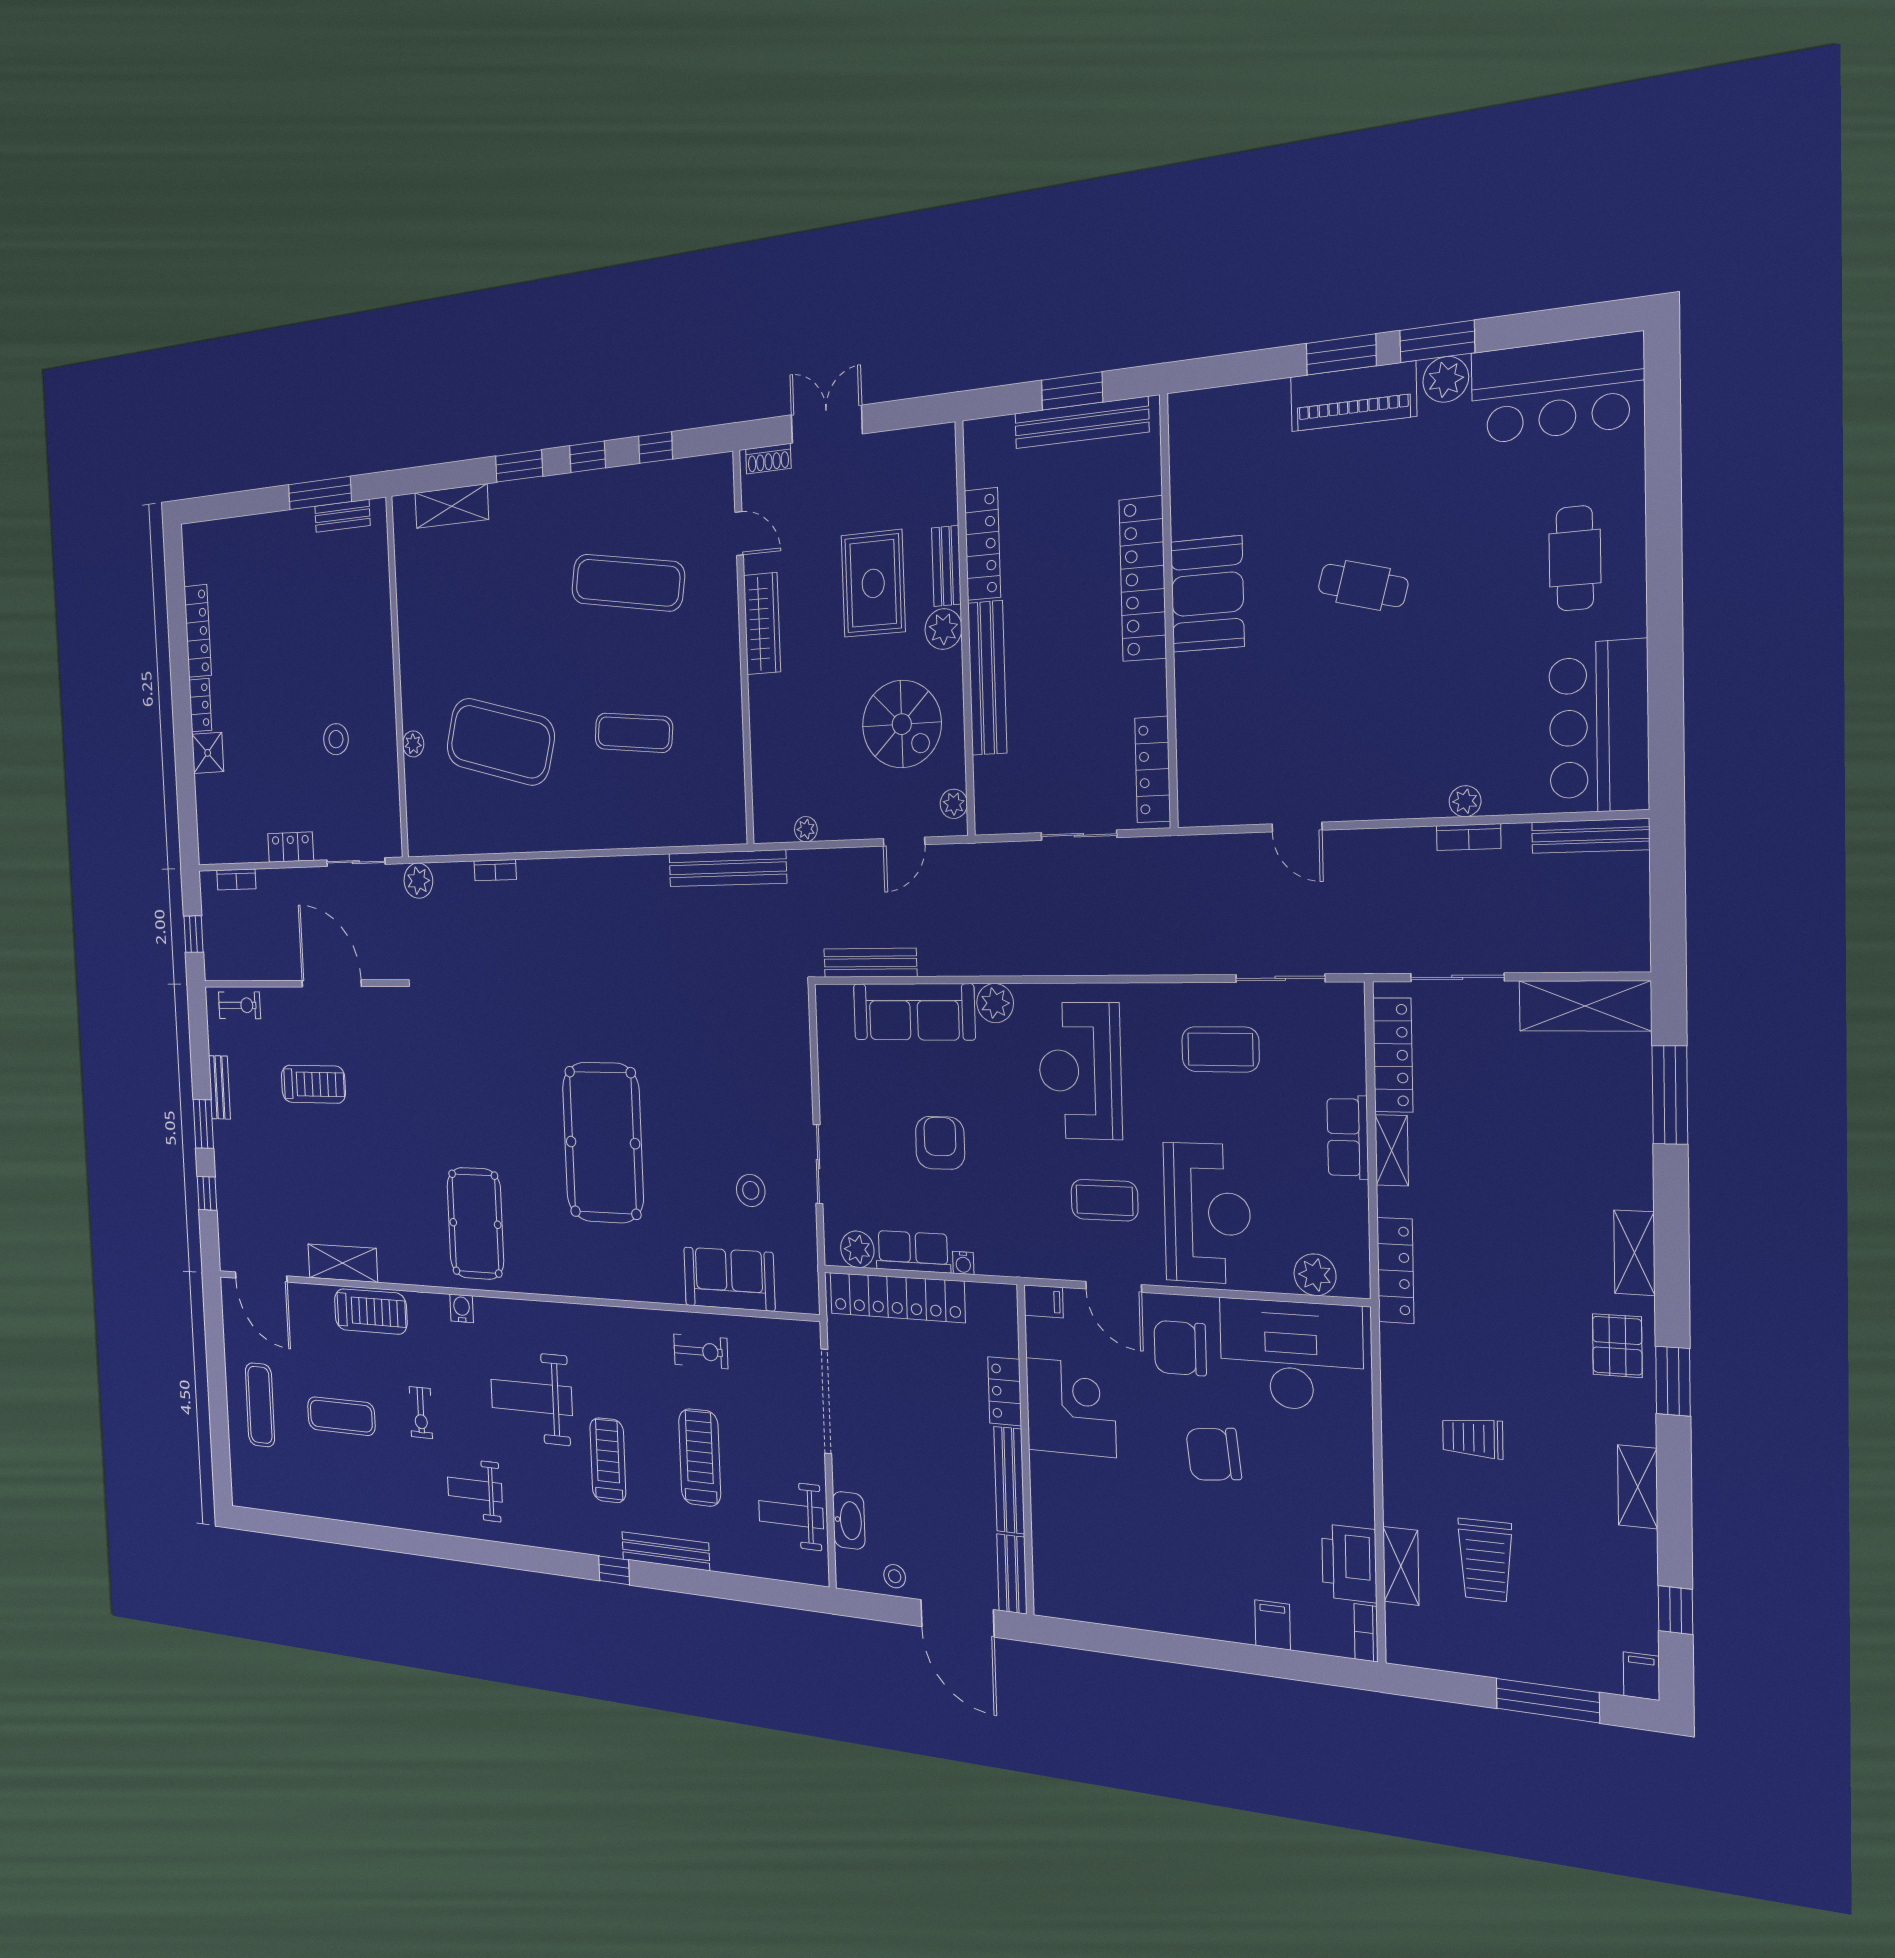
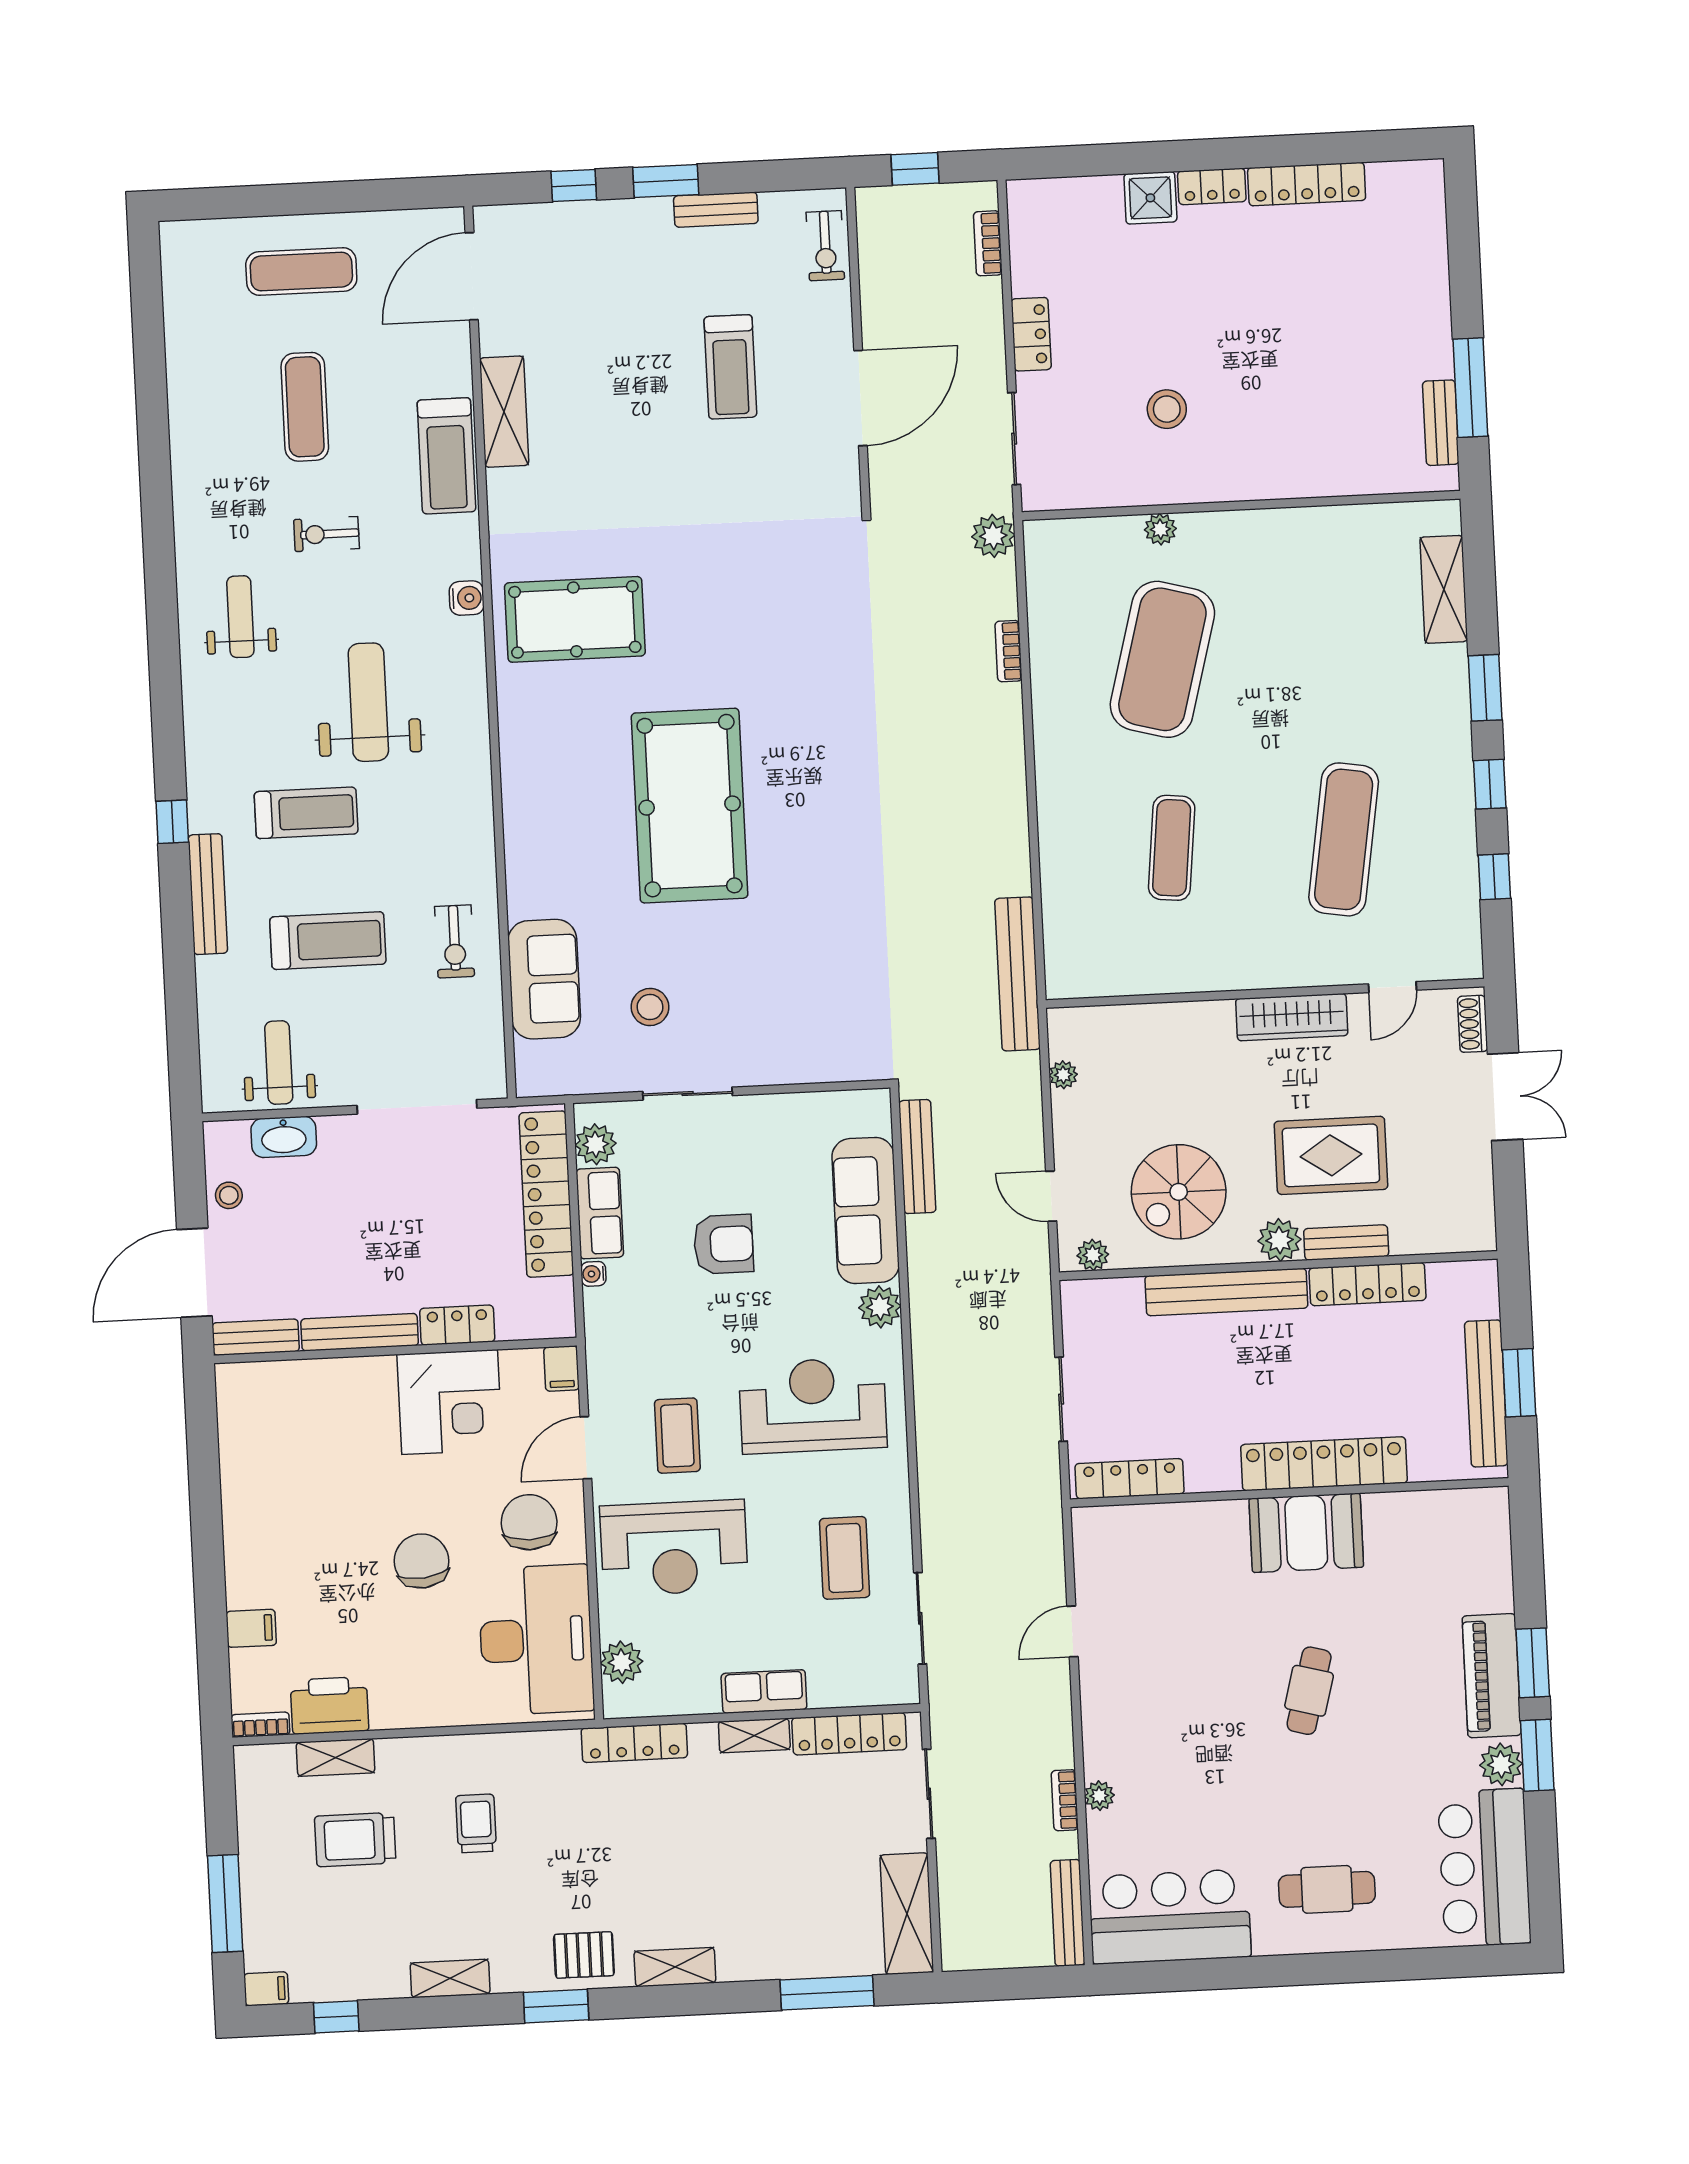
pool table: (603, 1143) -> (690, 806), turned 90

